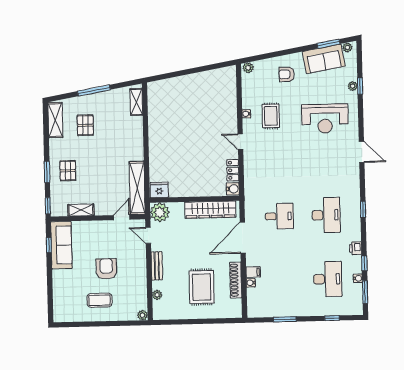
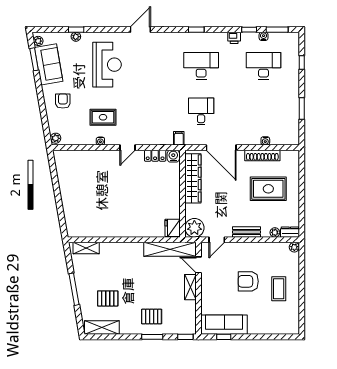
armchair: (287, 74) -> (63, 101), turned 180
shelving: (81, 210) -> (190, 287), moved
filing cabinet: (253, 272) -> (179, 138), moved
dresser: (158, 310) -> (290, 232), added

